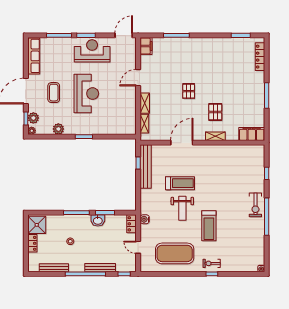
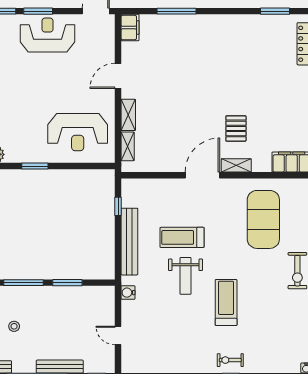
pallet: (189, 91) -> (195, 97), removed
reception desk: (86, 94) -> (78, 132), moved, turned 90
door: (182, 143) -> (202, 175), moved
bench: (146, 166) -> (129, 242), moved
treadmill: (180, 183) -> (182, 237), turned 180
washbasin: (98, 220) -> (56, 294), removed
locker: (132, 224) -> (108, 300), removed
treadmill: (209, 226) -> (226, 302), turned 180
exercise mat: (175, 253) -> (263, 219), moved, turned 90

